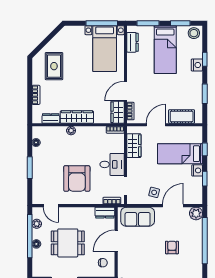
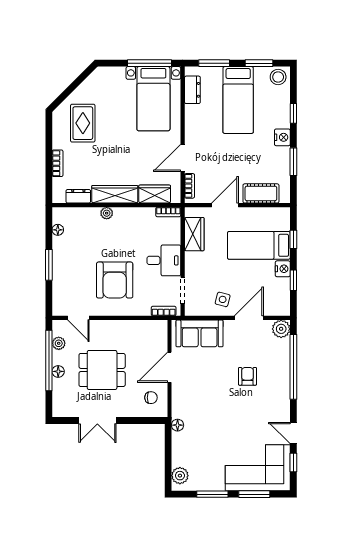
nightstand: (197, 65) -> (282, 137), moved
wardrobe: (118, 112) -> (155, 194), moved, turned 90
dresser: (105, 213) -> (154, 328), removed

